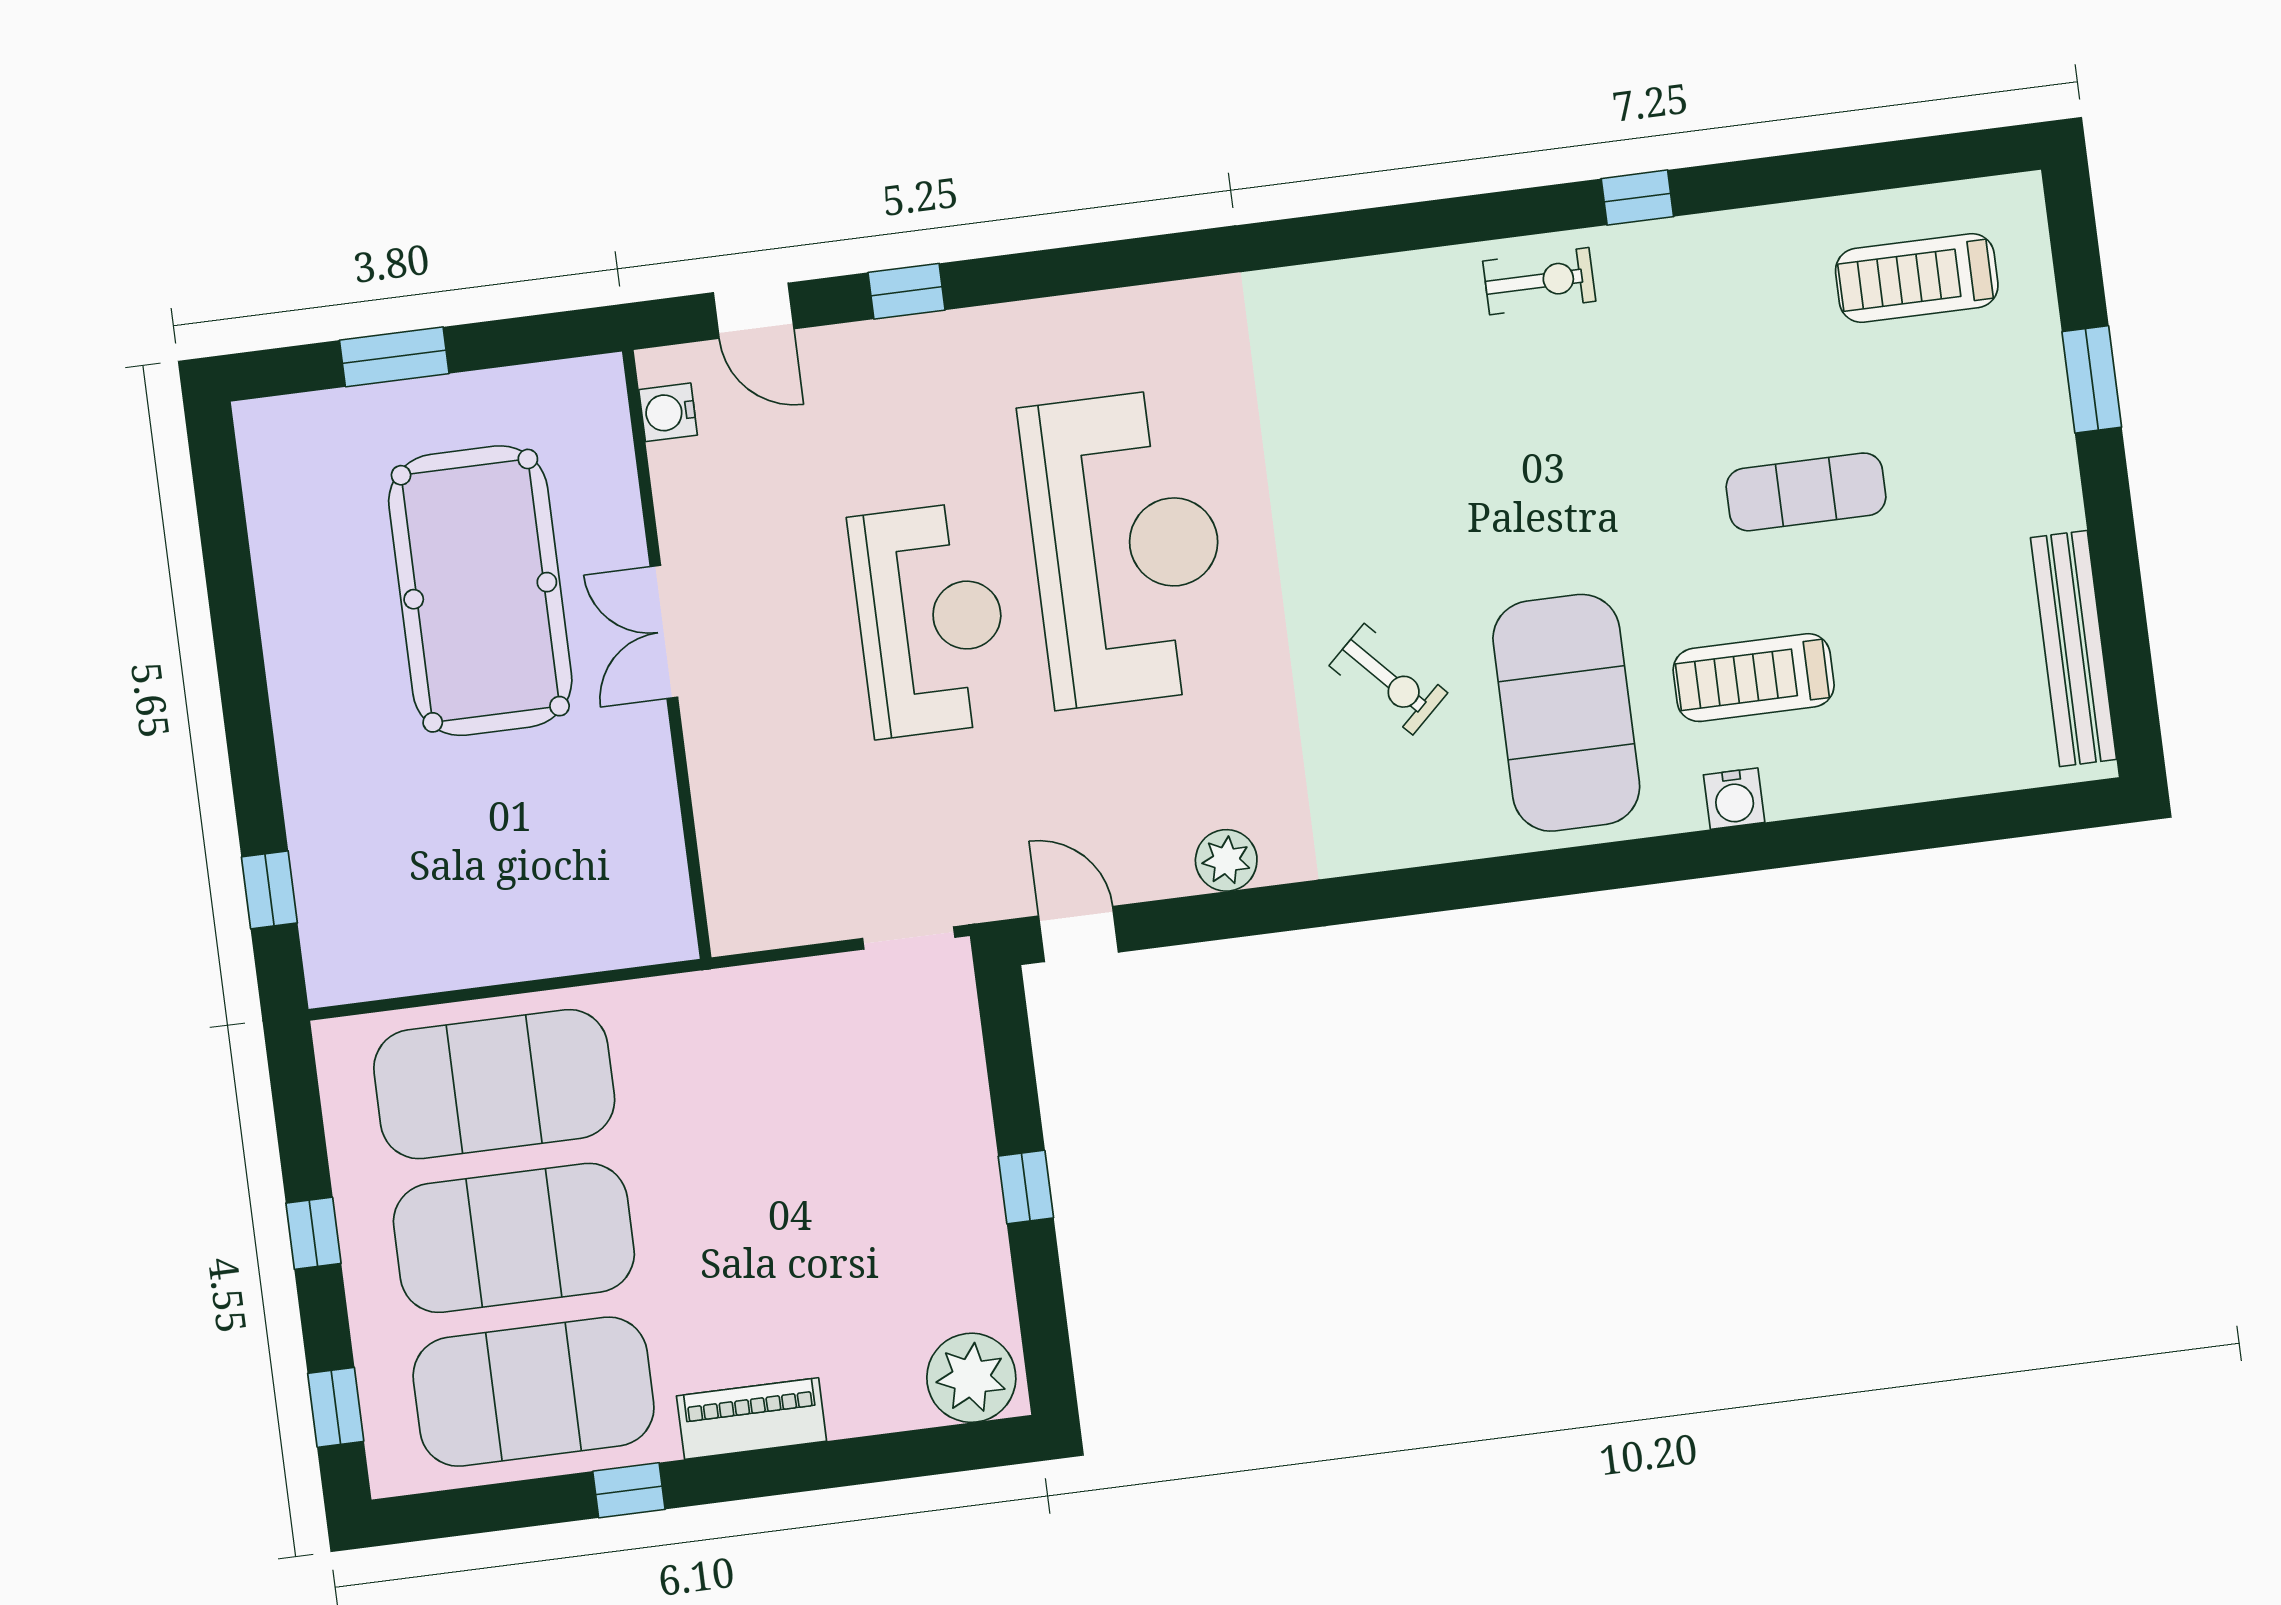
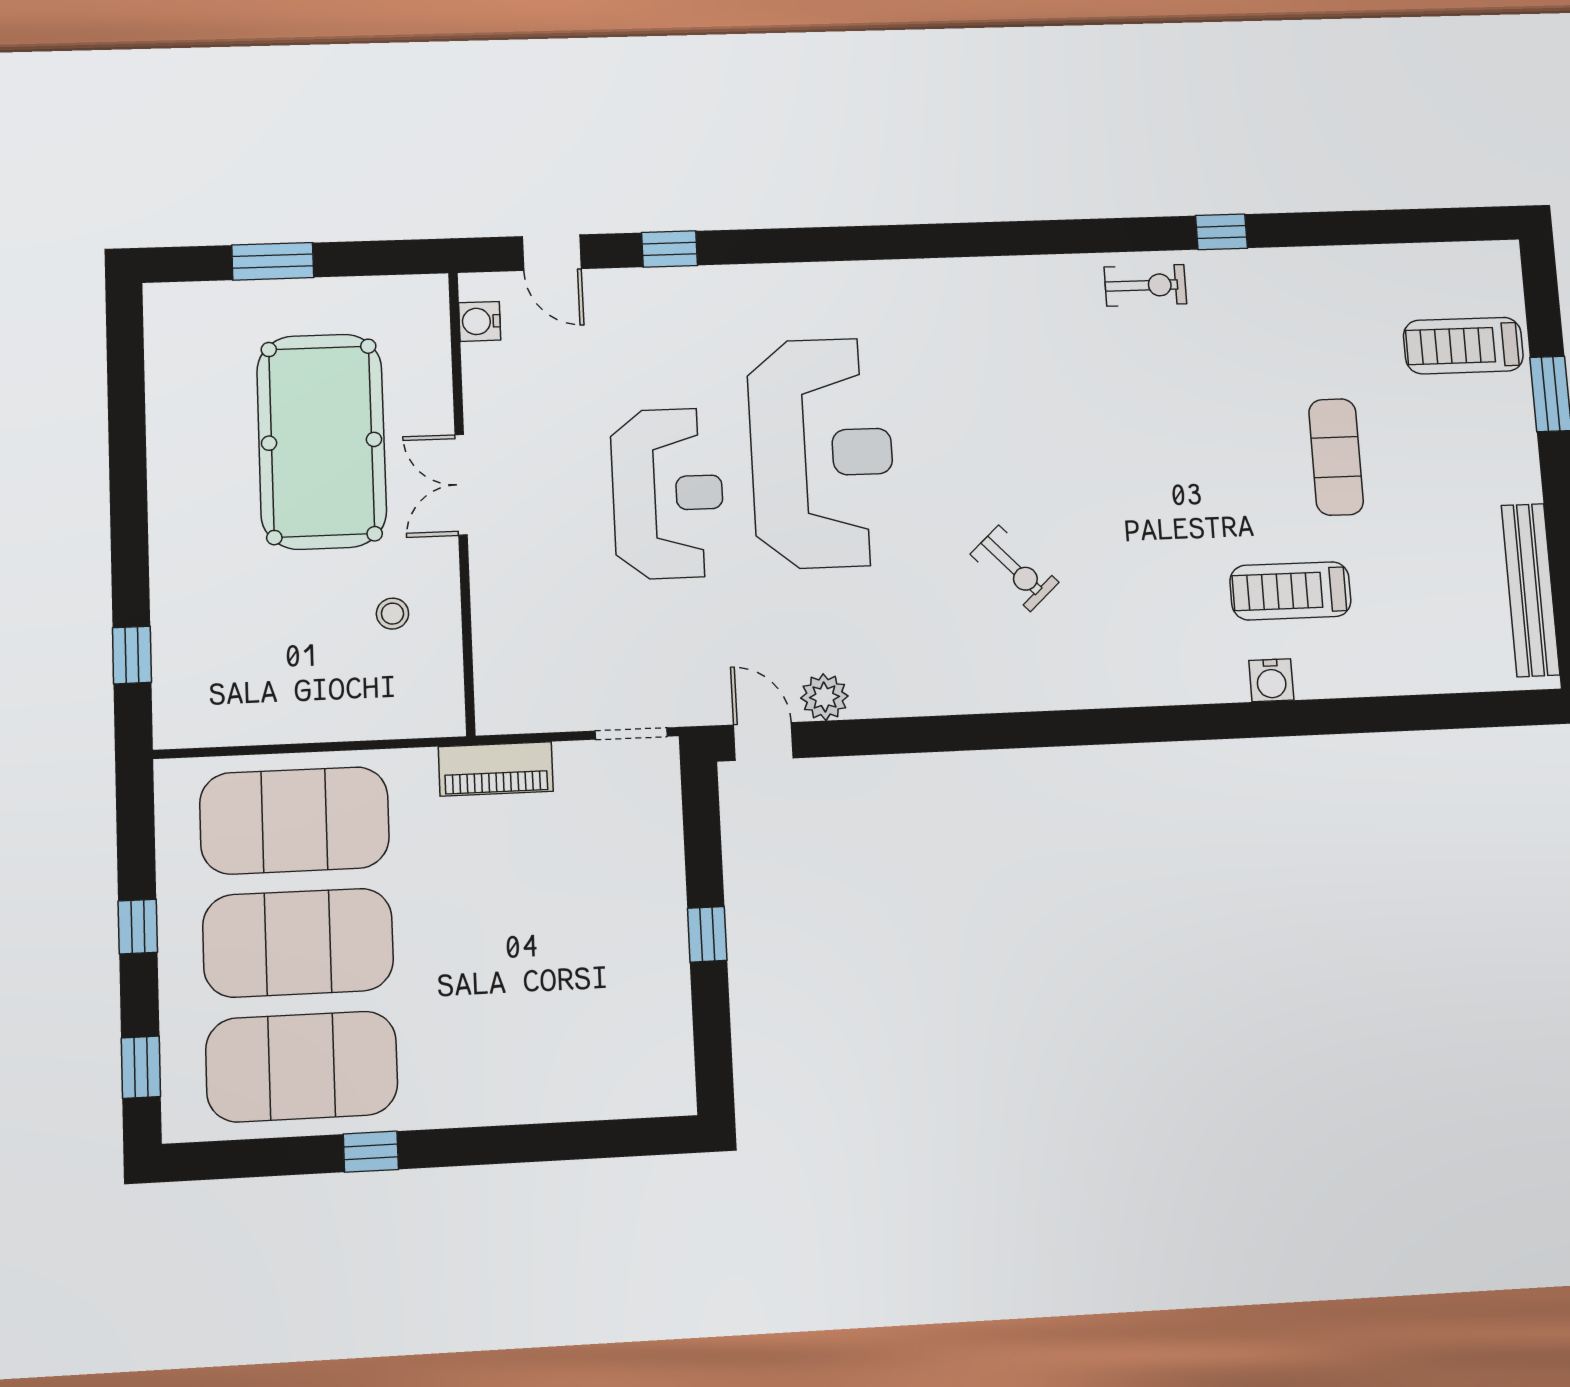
treadmill: (1917, 278) -> (1463, 346), moved
exercise mat: (1806, 492) -> (1336, 457), turned 90
exercise mat: (1566, 713) -> (1148, 605), removed
stool: (592, 808) -> (392, 614), added
plant: (1226, 860) -> (824, 697), moved
plant: (971, 1378) -> (652, 1082), removed
piano: (752, 1419) -> (496, 769), moved, turned 180

